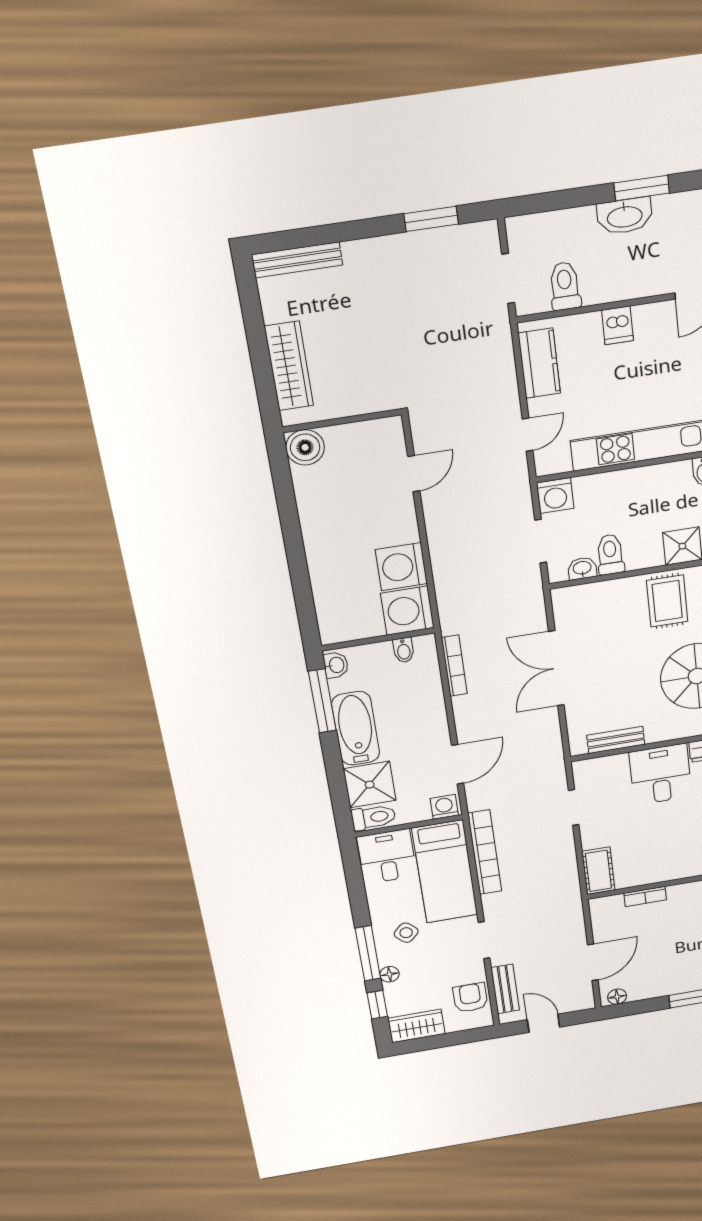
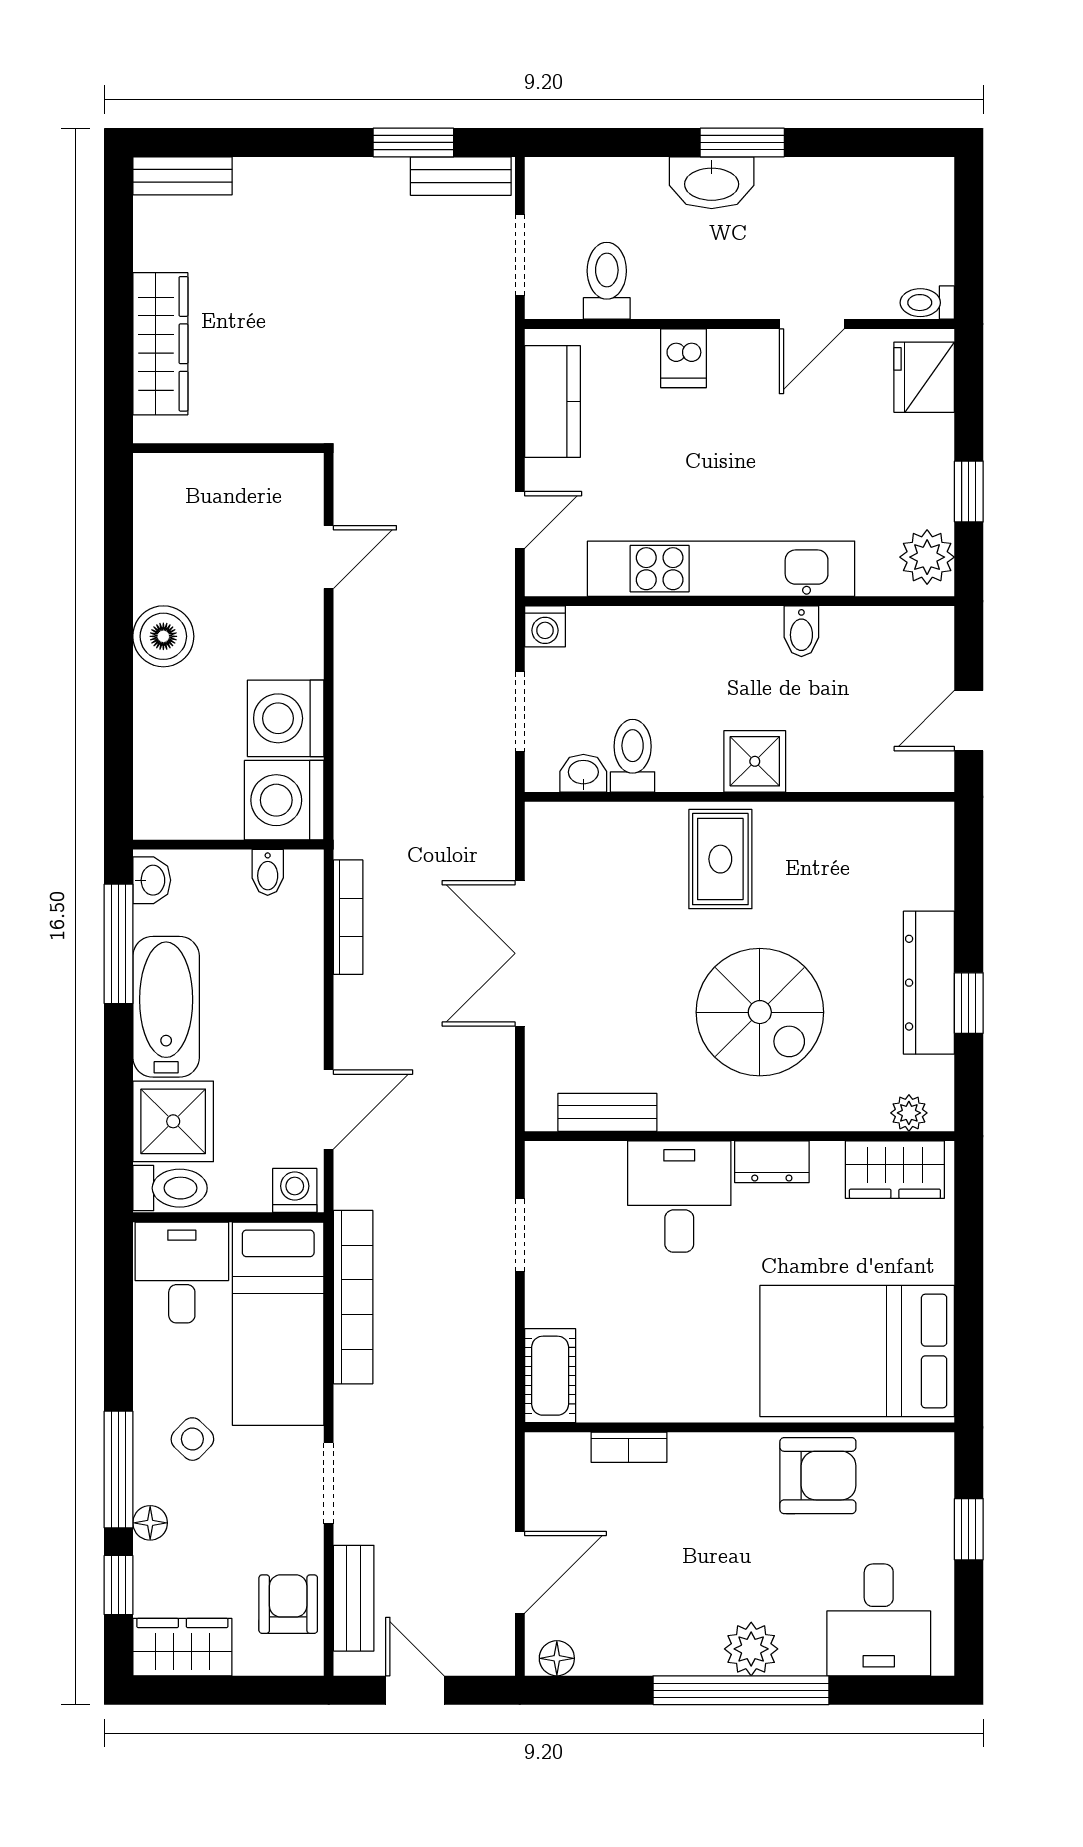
bench: (464, 235) -> (461, 176), added
bench: (297, 260) -> (183, 176), width x0.73
boiler: (305, 447) -> (163, 636), moved
washing machine: (555, 496) -> (545, 626), width x0.73, depth x0.73

